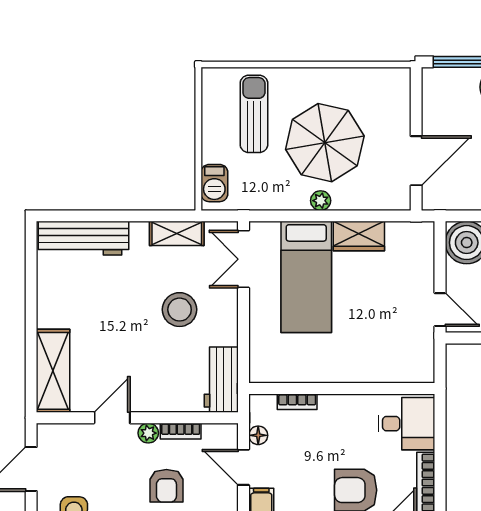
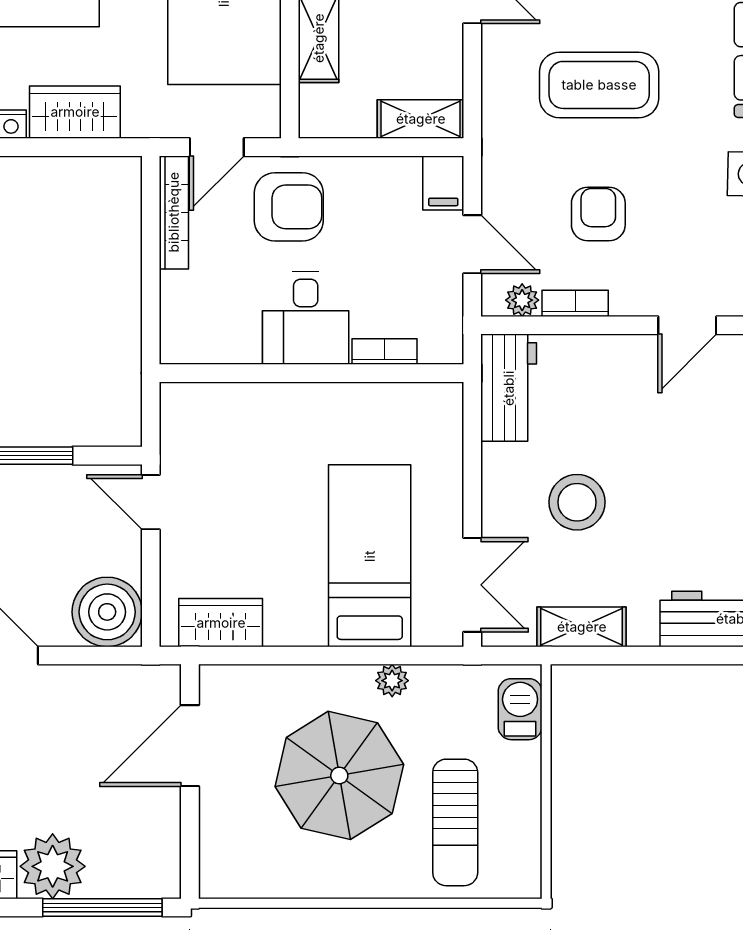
plant: (321, 201) -> (392, 681), moved
wardrobe: (359, 236) -> (221, 623), moved
desk: (406, 424) -> (306, 318), moved, turned -90
plant: (148, 433) -> (522, 300), moved
floor lamp: (258, 435) -> (448, 296), removed

